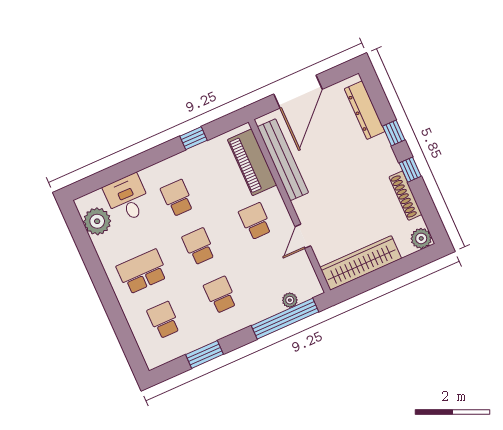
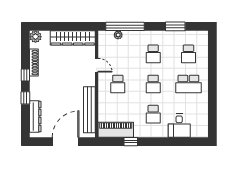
piano: (252, 162) -> (116, 130), moved, turned -90
plant: (97, 221) -> (200, 121), removed
door: (303, 236) -> (97, 65), hinge flipped

